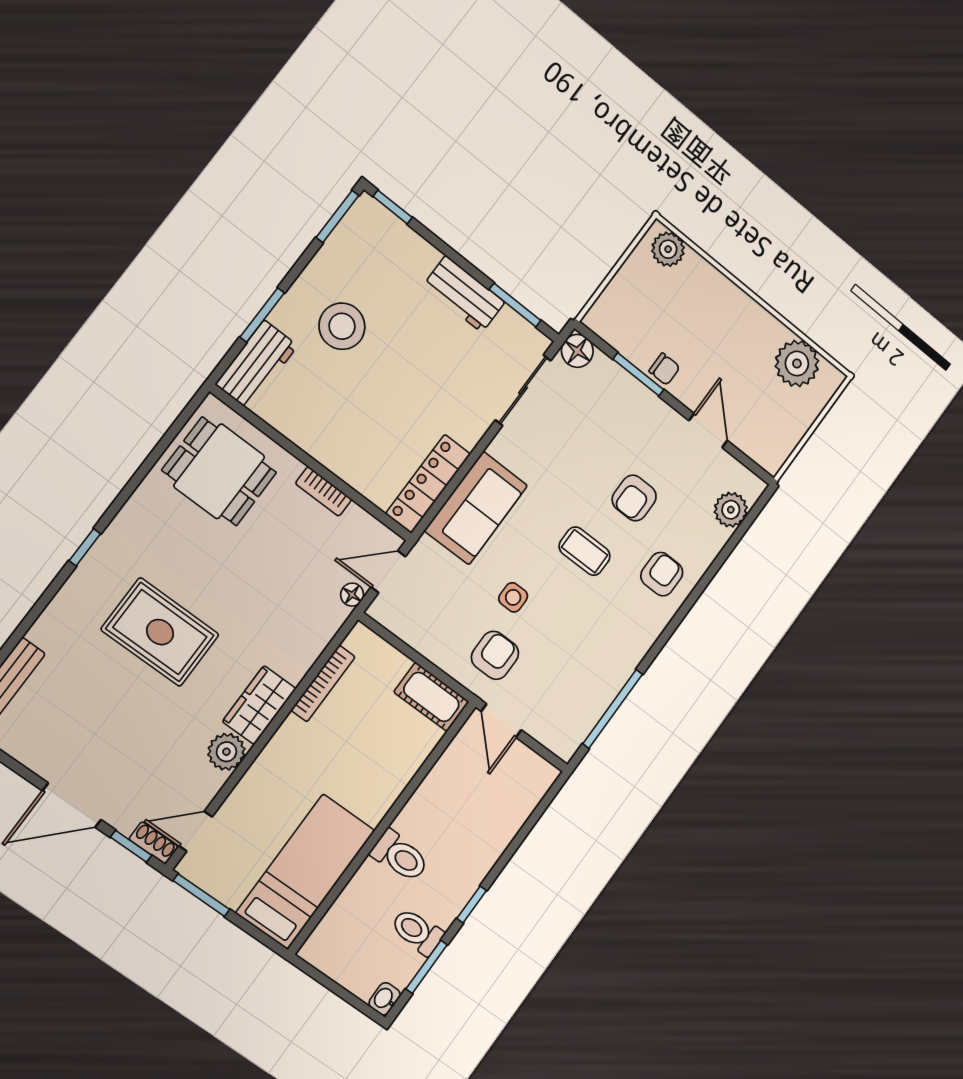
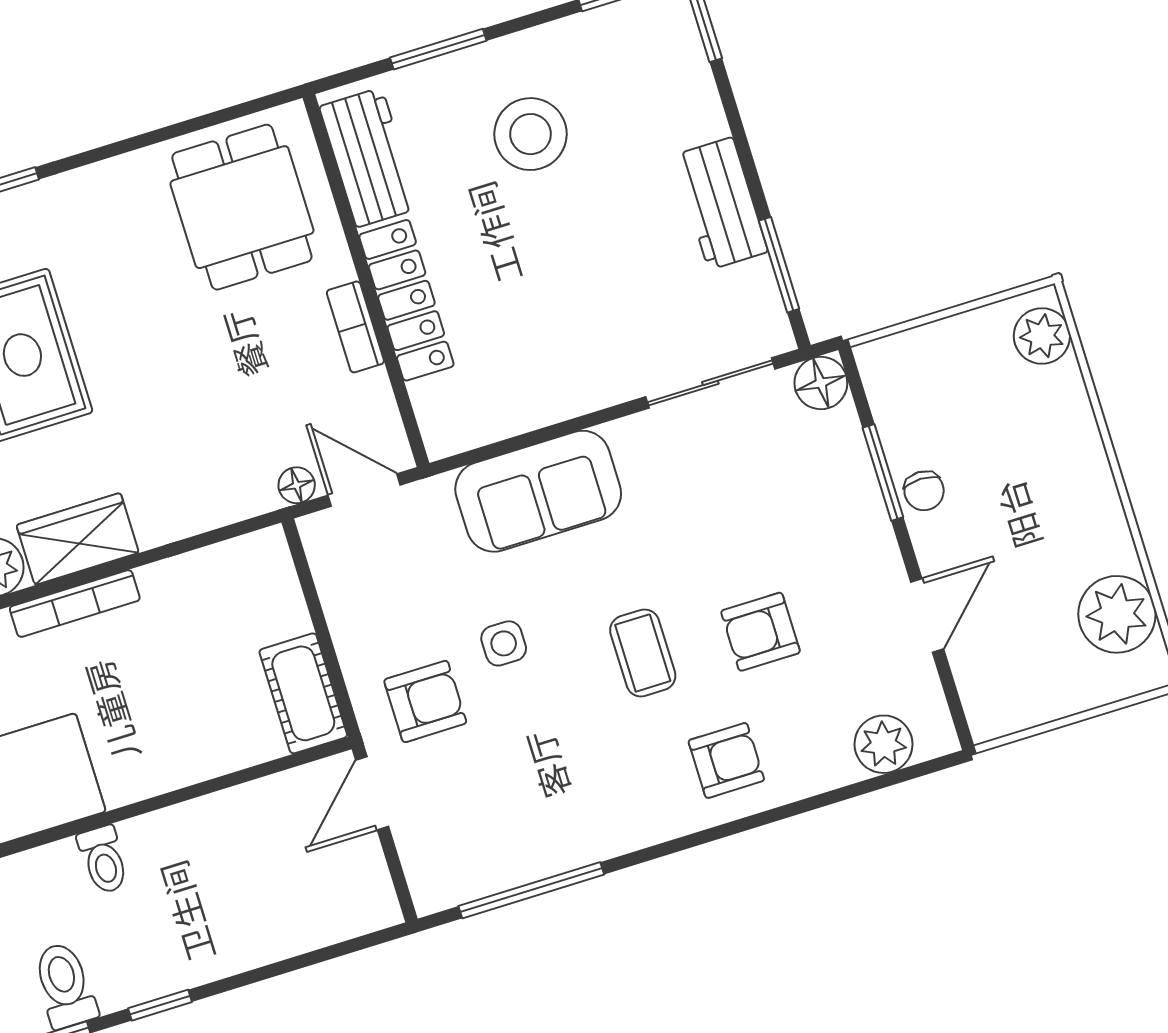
workbench: (256, 365) -> (369, 157), moved, turned -90
locker: (428, 484) -> (406, 300), moved, turned 90
bookcase: (323, 683) -> (75, 603), moved
toilet: (400, 856) -> (103, 860), width x0.73, depth x0.72

